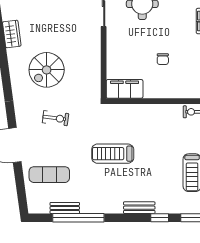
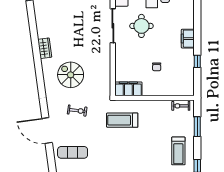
spiral stairs: (47, 70) -> (71, 75), turned 90
treadmill: (113, 154) -> (122, 120), moved

